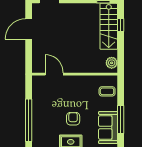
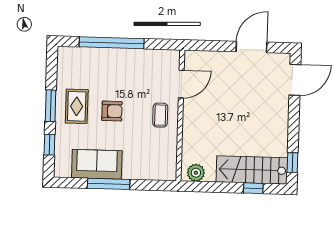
door: (29, 29) -> (252, 47), hinge flipped
coffee table: (107, 91) -> (160, 115), moved

